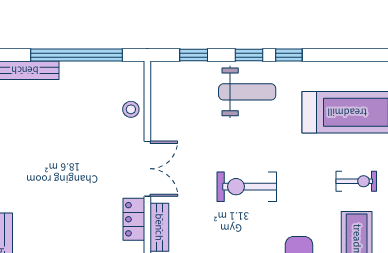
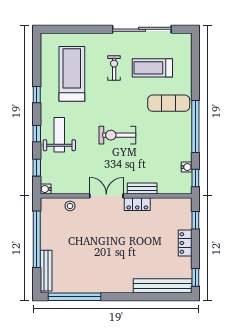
window: (289, 55) -> (37, 95), moved
water cooler: (159, 69) -> (46, 189), added
exercise bike: (247, 187) -> (117, 135), turned 90

